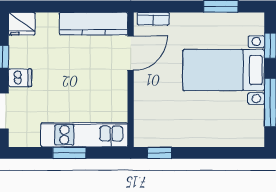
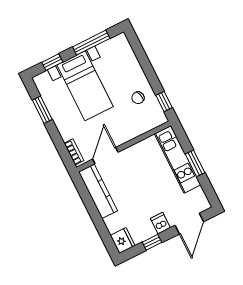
door: (131, 53) -> (105, 156), hinge flipped
chair: (179, 125) -> (138, 98), added

